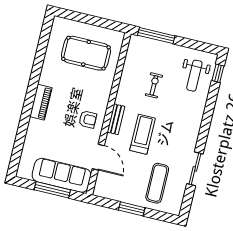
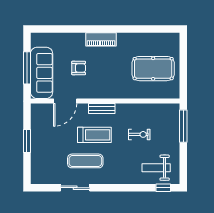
pool table: (86, 53) -> (153, 69), turned 90
armchair: (88, 119) -> (79, 68), moved, turned -90
exercise mat: (157, 183) -> (85, 161), moved

